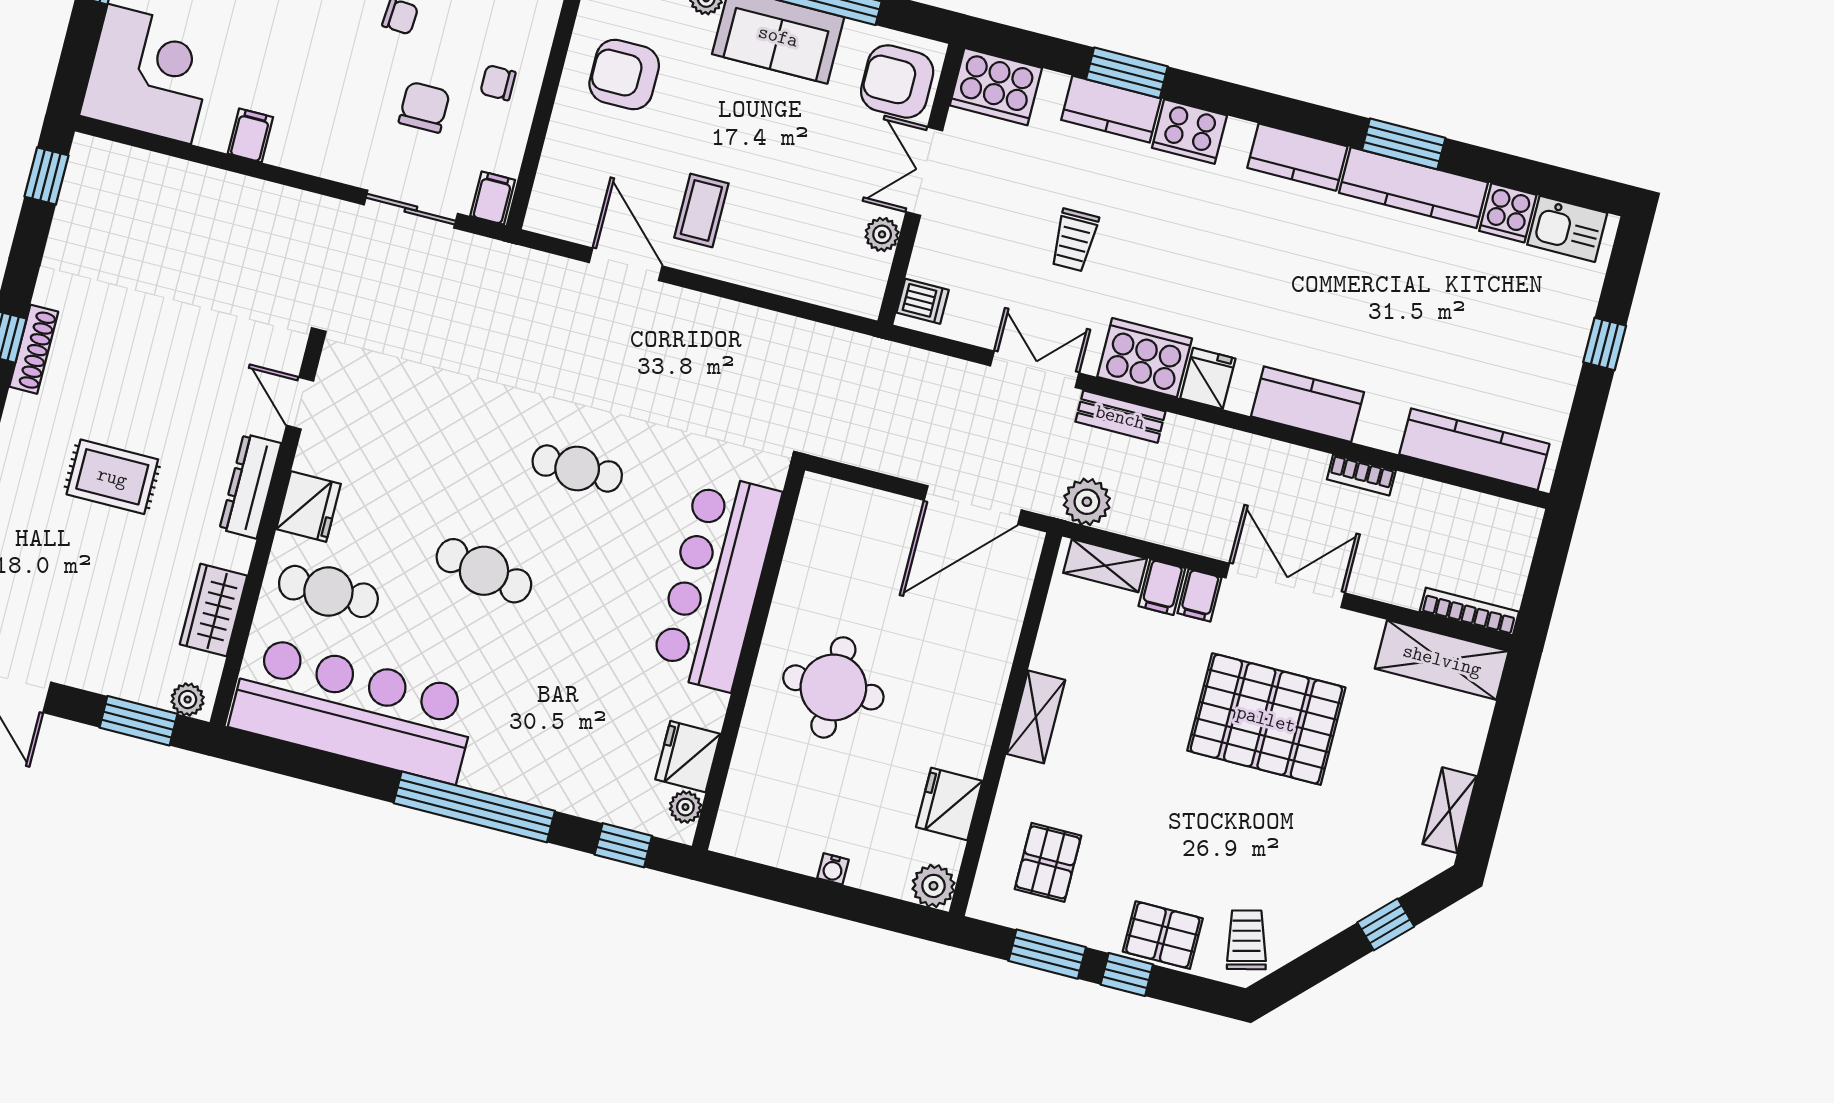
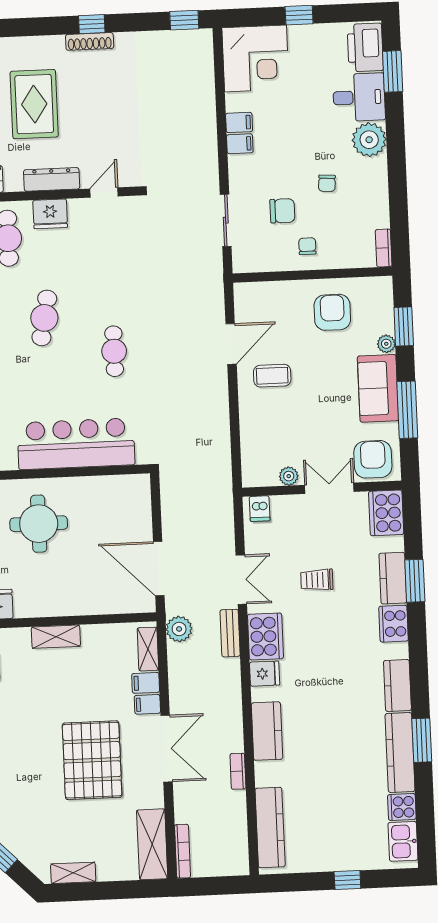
filing cabinet: (493, 198) -> (240, 144), moved
rug: (112, 477) -> (34, 104), width x1.36, depth x1.43

